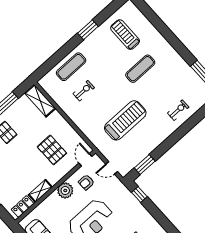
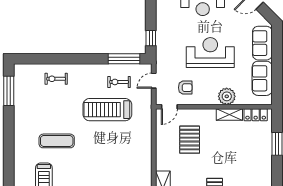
exercise bike: (84, 91) -> (119, 82), moved
window: (145, 165) -> (124, 59), width x1.44
door: (112, 168) -> (154, 81), swing flipped
plant: (65, 191) -> (227, 96), moved

